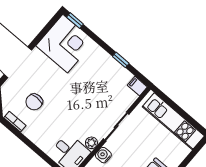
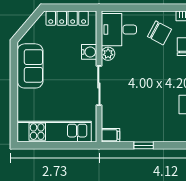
chair: (44, 127) -> (160, 33), added

